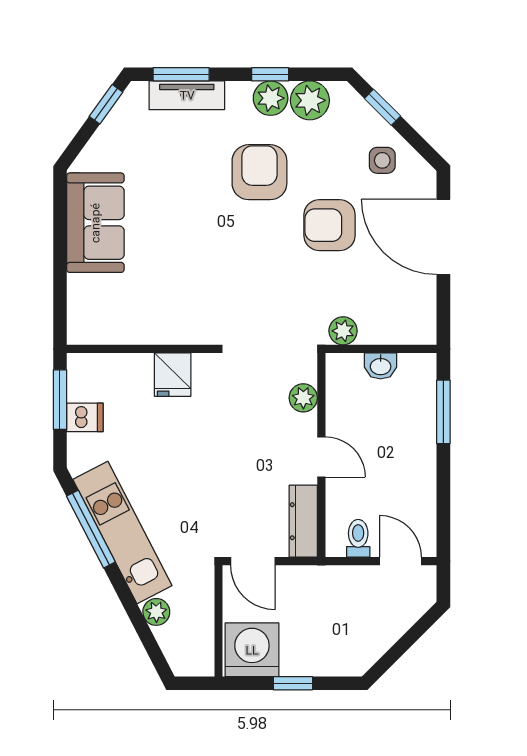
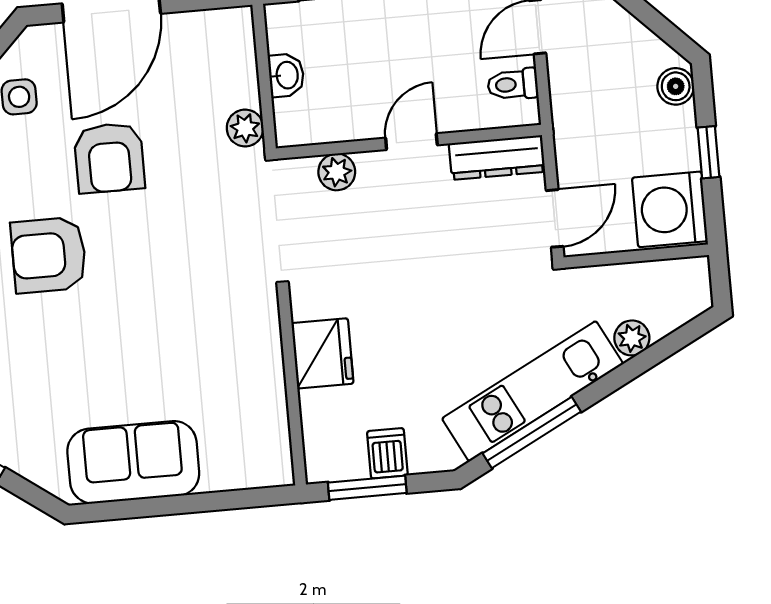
fridge: (173, 375) -> (322, 353), width x1.38
boiler: (346, 663) -> (676, 86), added

